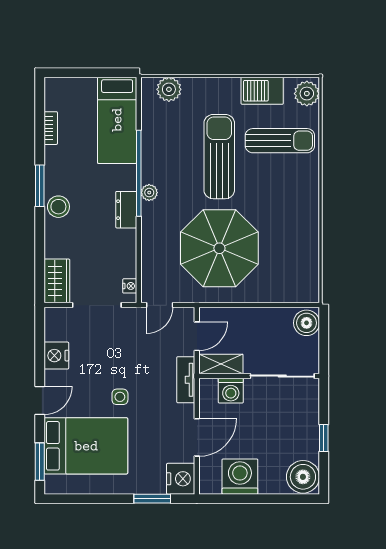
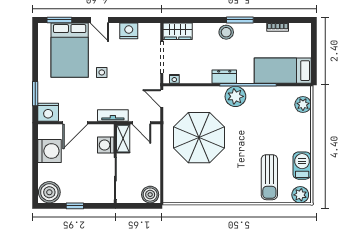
sun lounger: (219, 157) -> (259, 137), removed
plant: (149, 193) -> (235, 96), width x1.88, depth x1.88
door: (197, 437) -> (75, 123), hinge flipped

